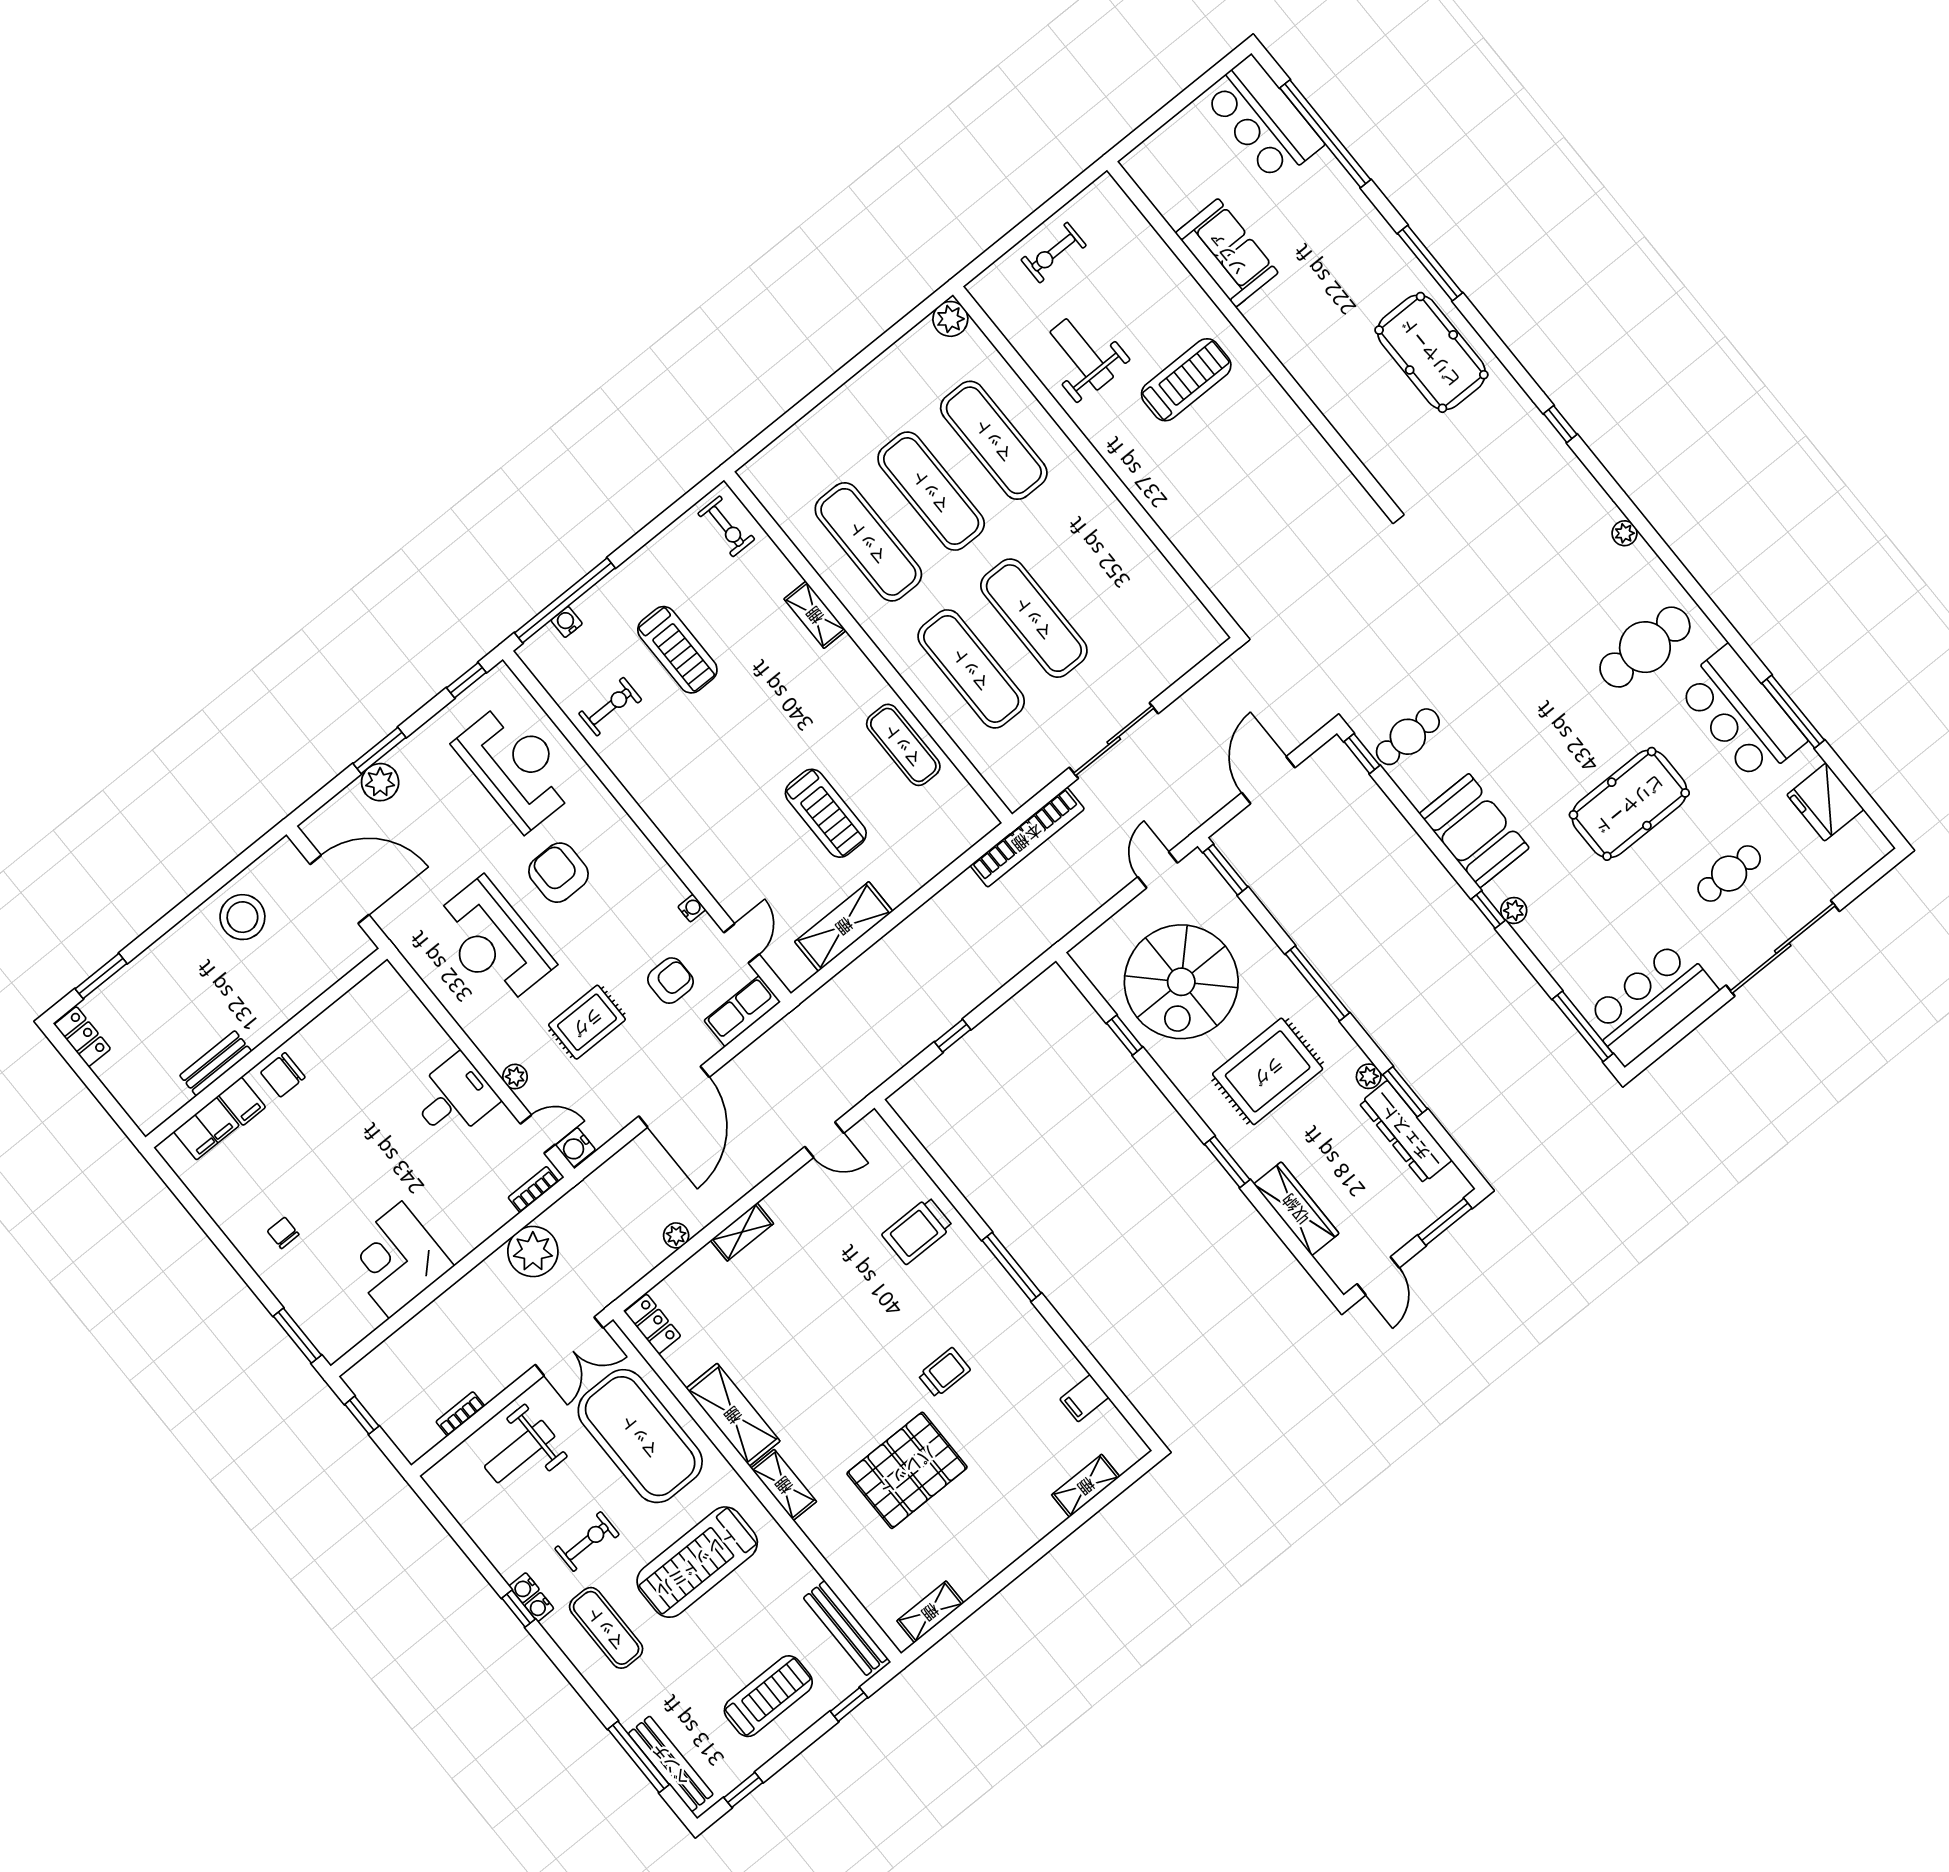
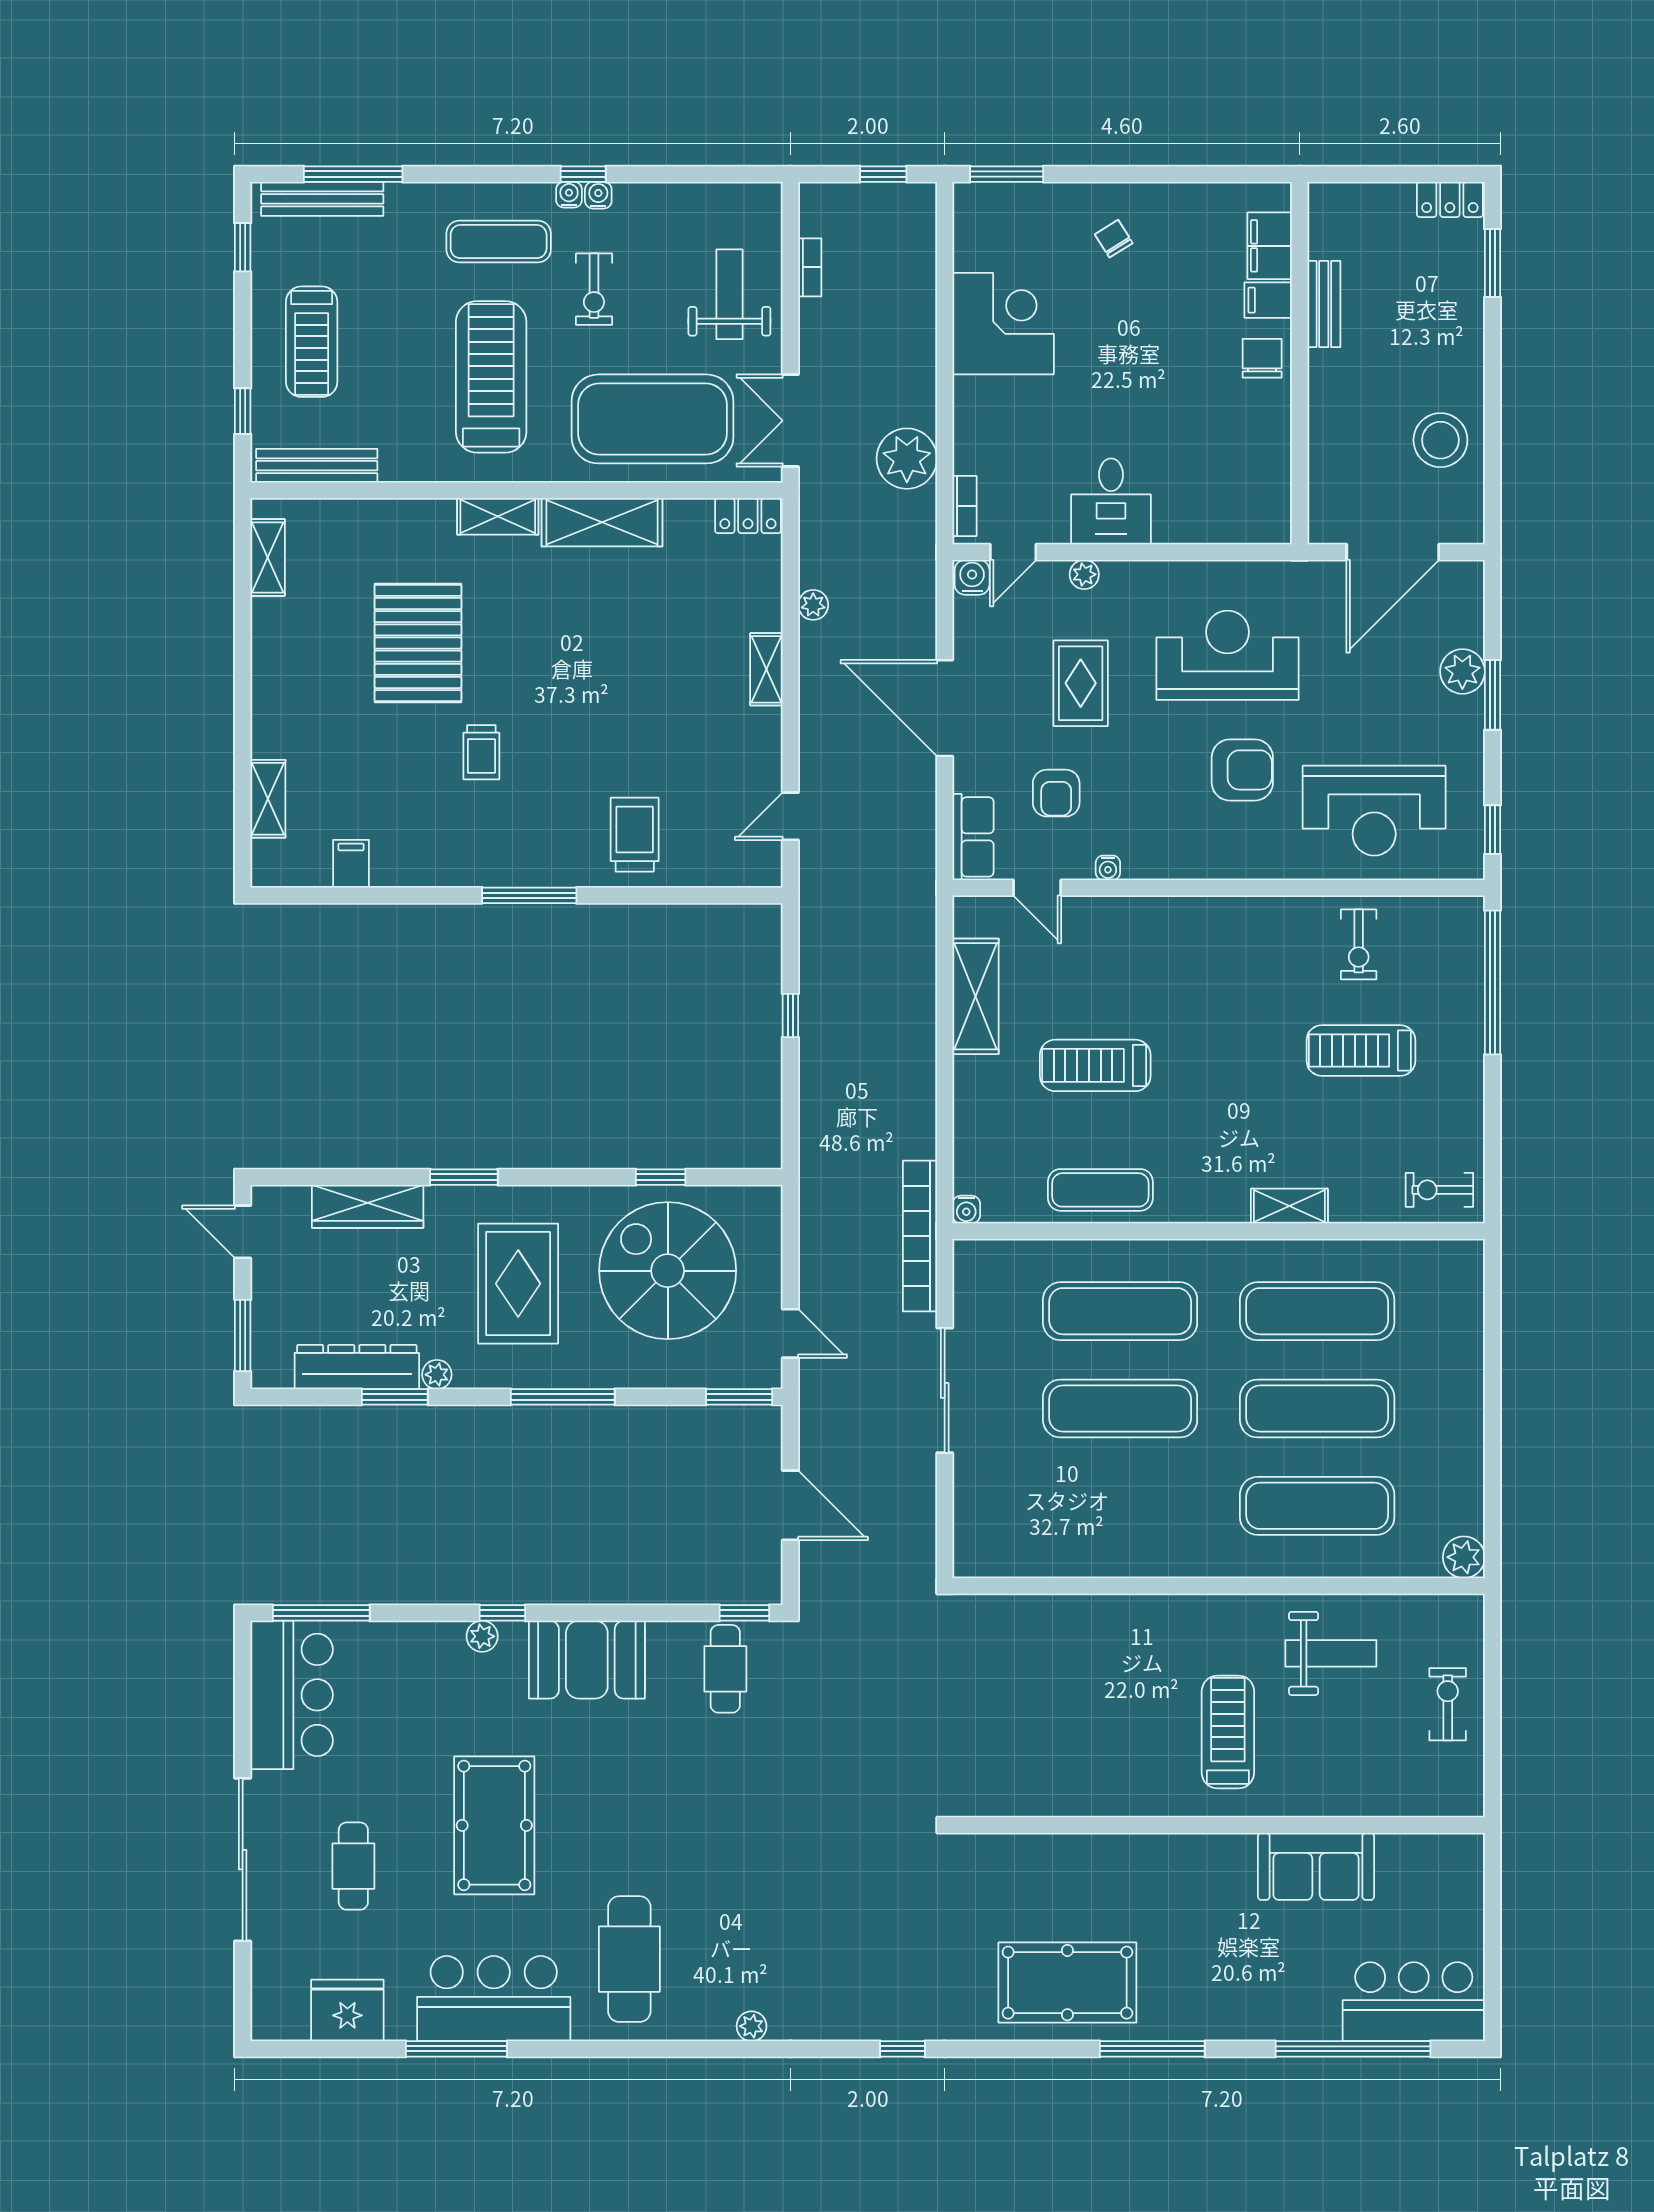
treadmill: (1186, 380) -> (1228, 1732), turned 180
water cooler: (567, 622) -> (966, 1210), moved, turned 90
chair: (283, 1233) -> (1114, 239), turned -122

